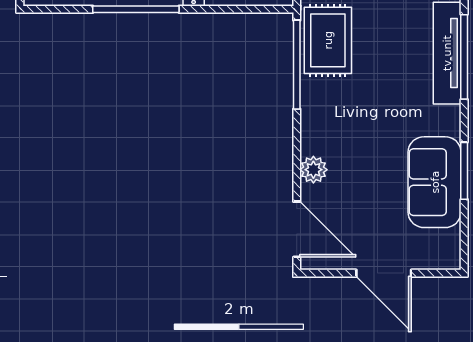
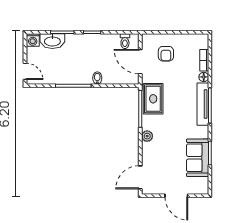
plant: (313, 170) -> (147, 136), moved
door: (297, 229) -> (140, 177), swing flipped

